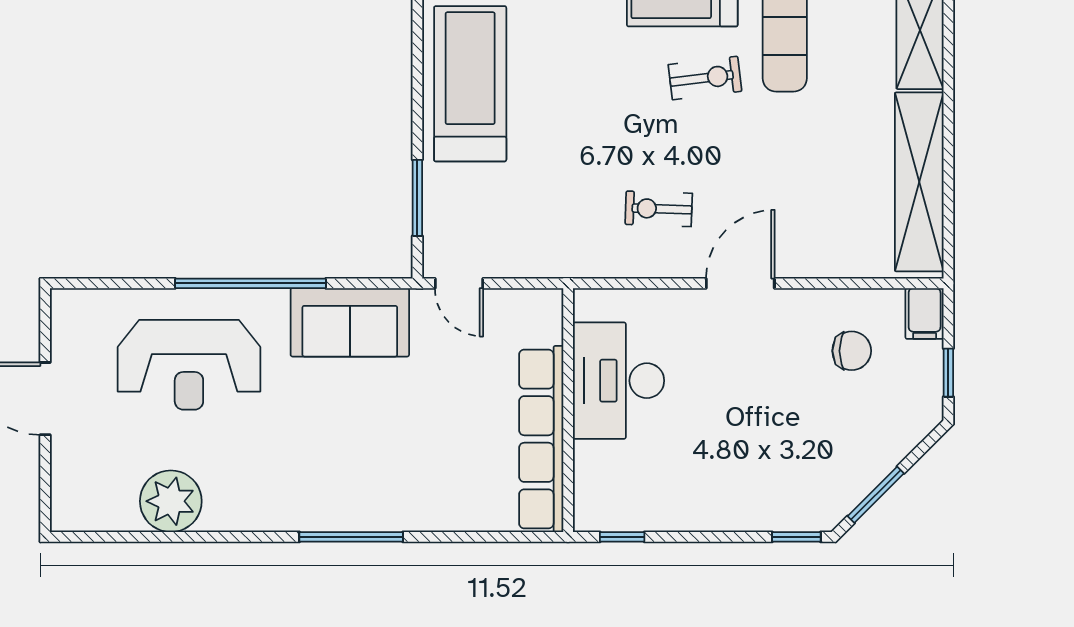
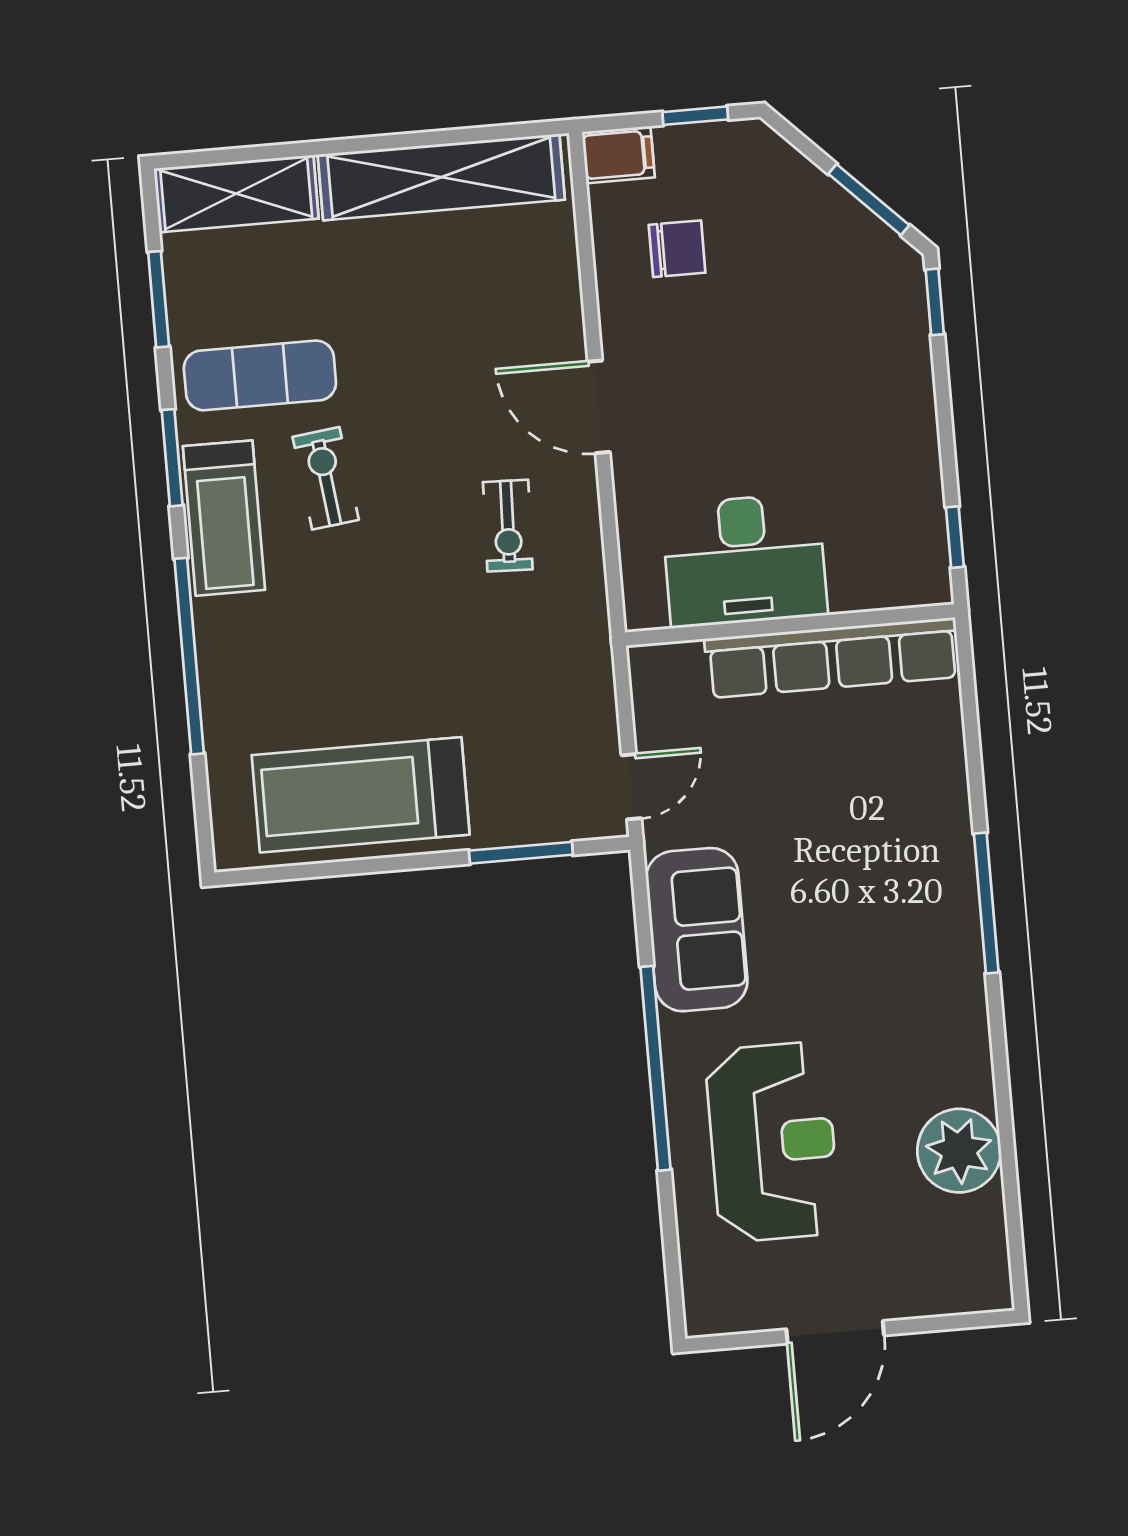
chair: (852, 351) -> (677, 249), turned 90

